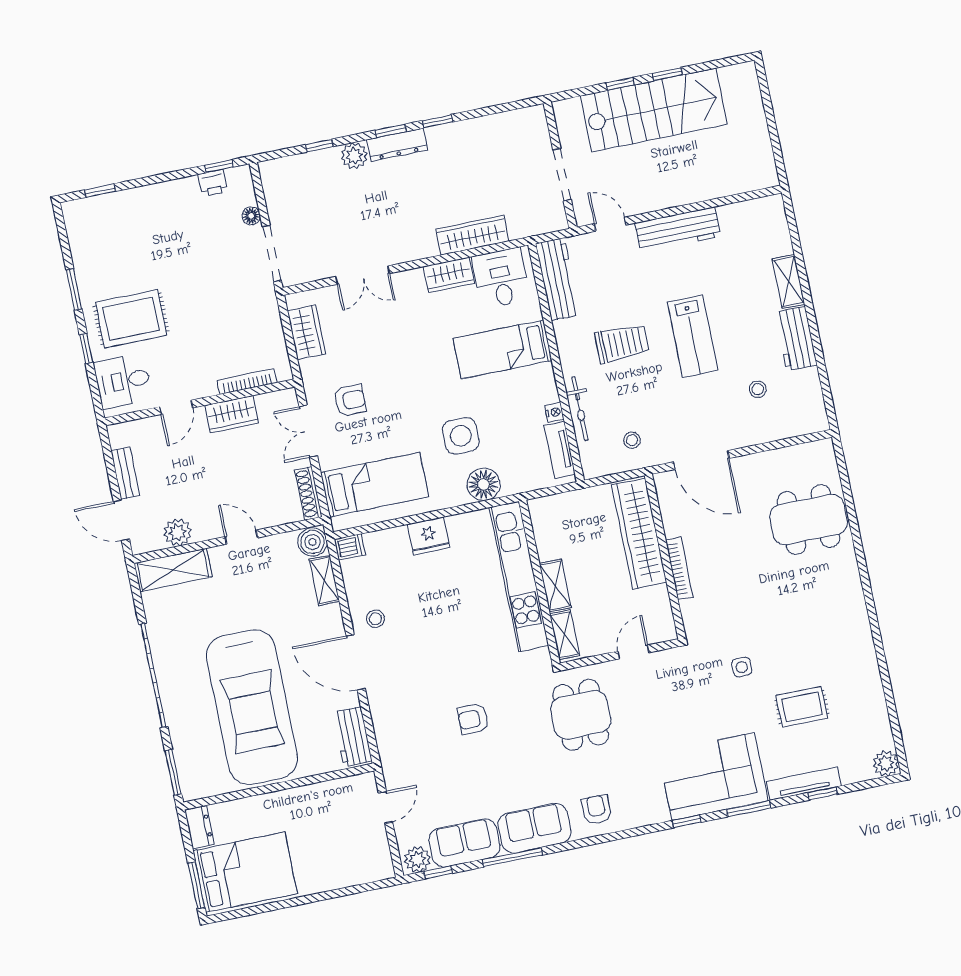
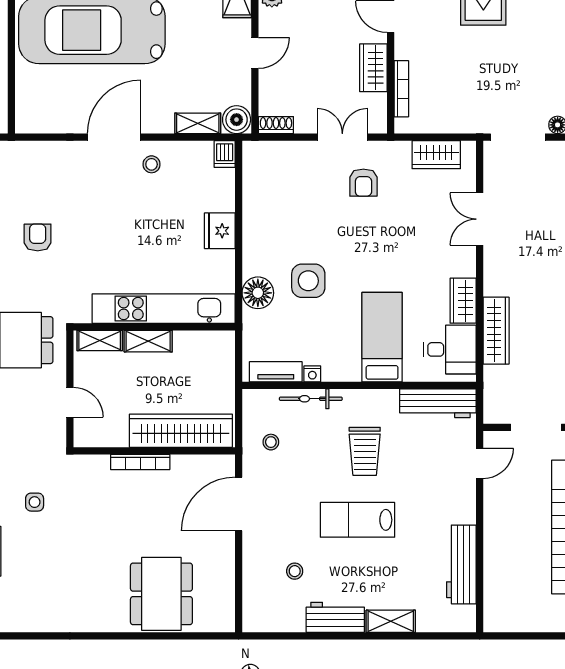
workbench: (678, 230) -> (461, 564), moved
bed: (375, 485) -> (279, 190), removed
shoe rack: (308, 493) -> (276, 125), width x0.70
workbench: (352, 737) -> (44, 120), removed

